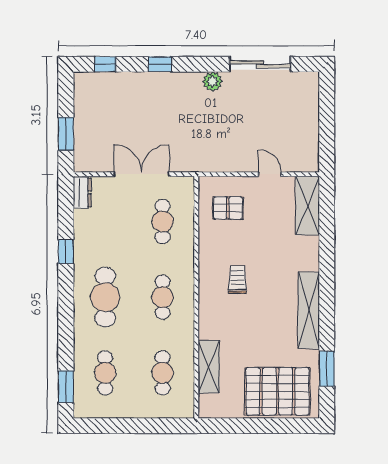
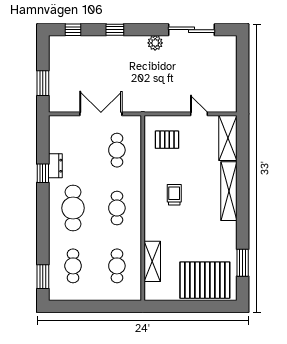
dresser: (82, 192) -> (55, 166), moved
shelving: (309, 310) -> (229, 191), moved

